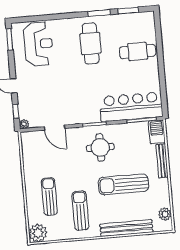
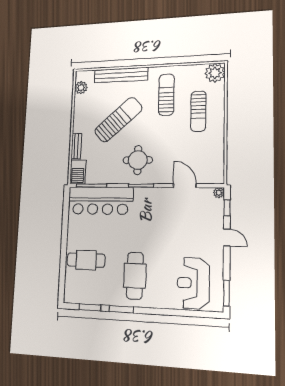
bench: (162, 161) -> (76, 146), width x0.73
sun lounger: (123, 184) -> (118, 120), turned -42
sun lounger: (80, 211) -> (166, 95), turned 180

